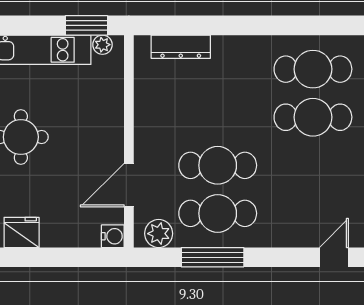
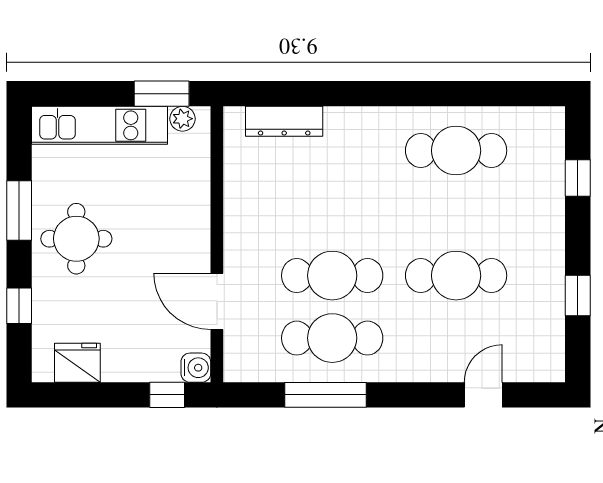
cafe table: (313, 117) -> (456, 276), moved
door: (129, 185) -> (217, 301), hinge flipped
plant: (159, 234) -> (255, 364), removed
window: (91, 257) -> (167, 395), added

